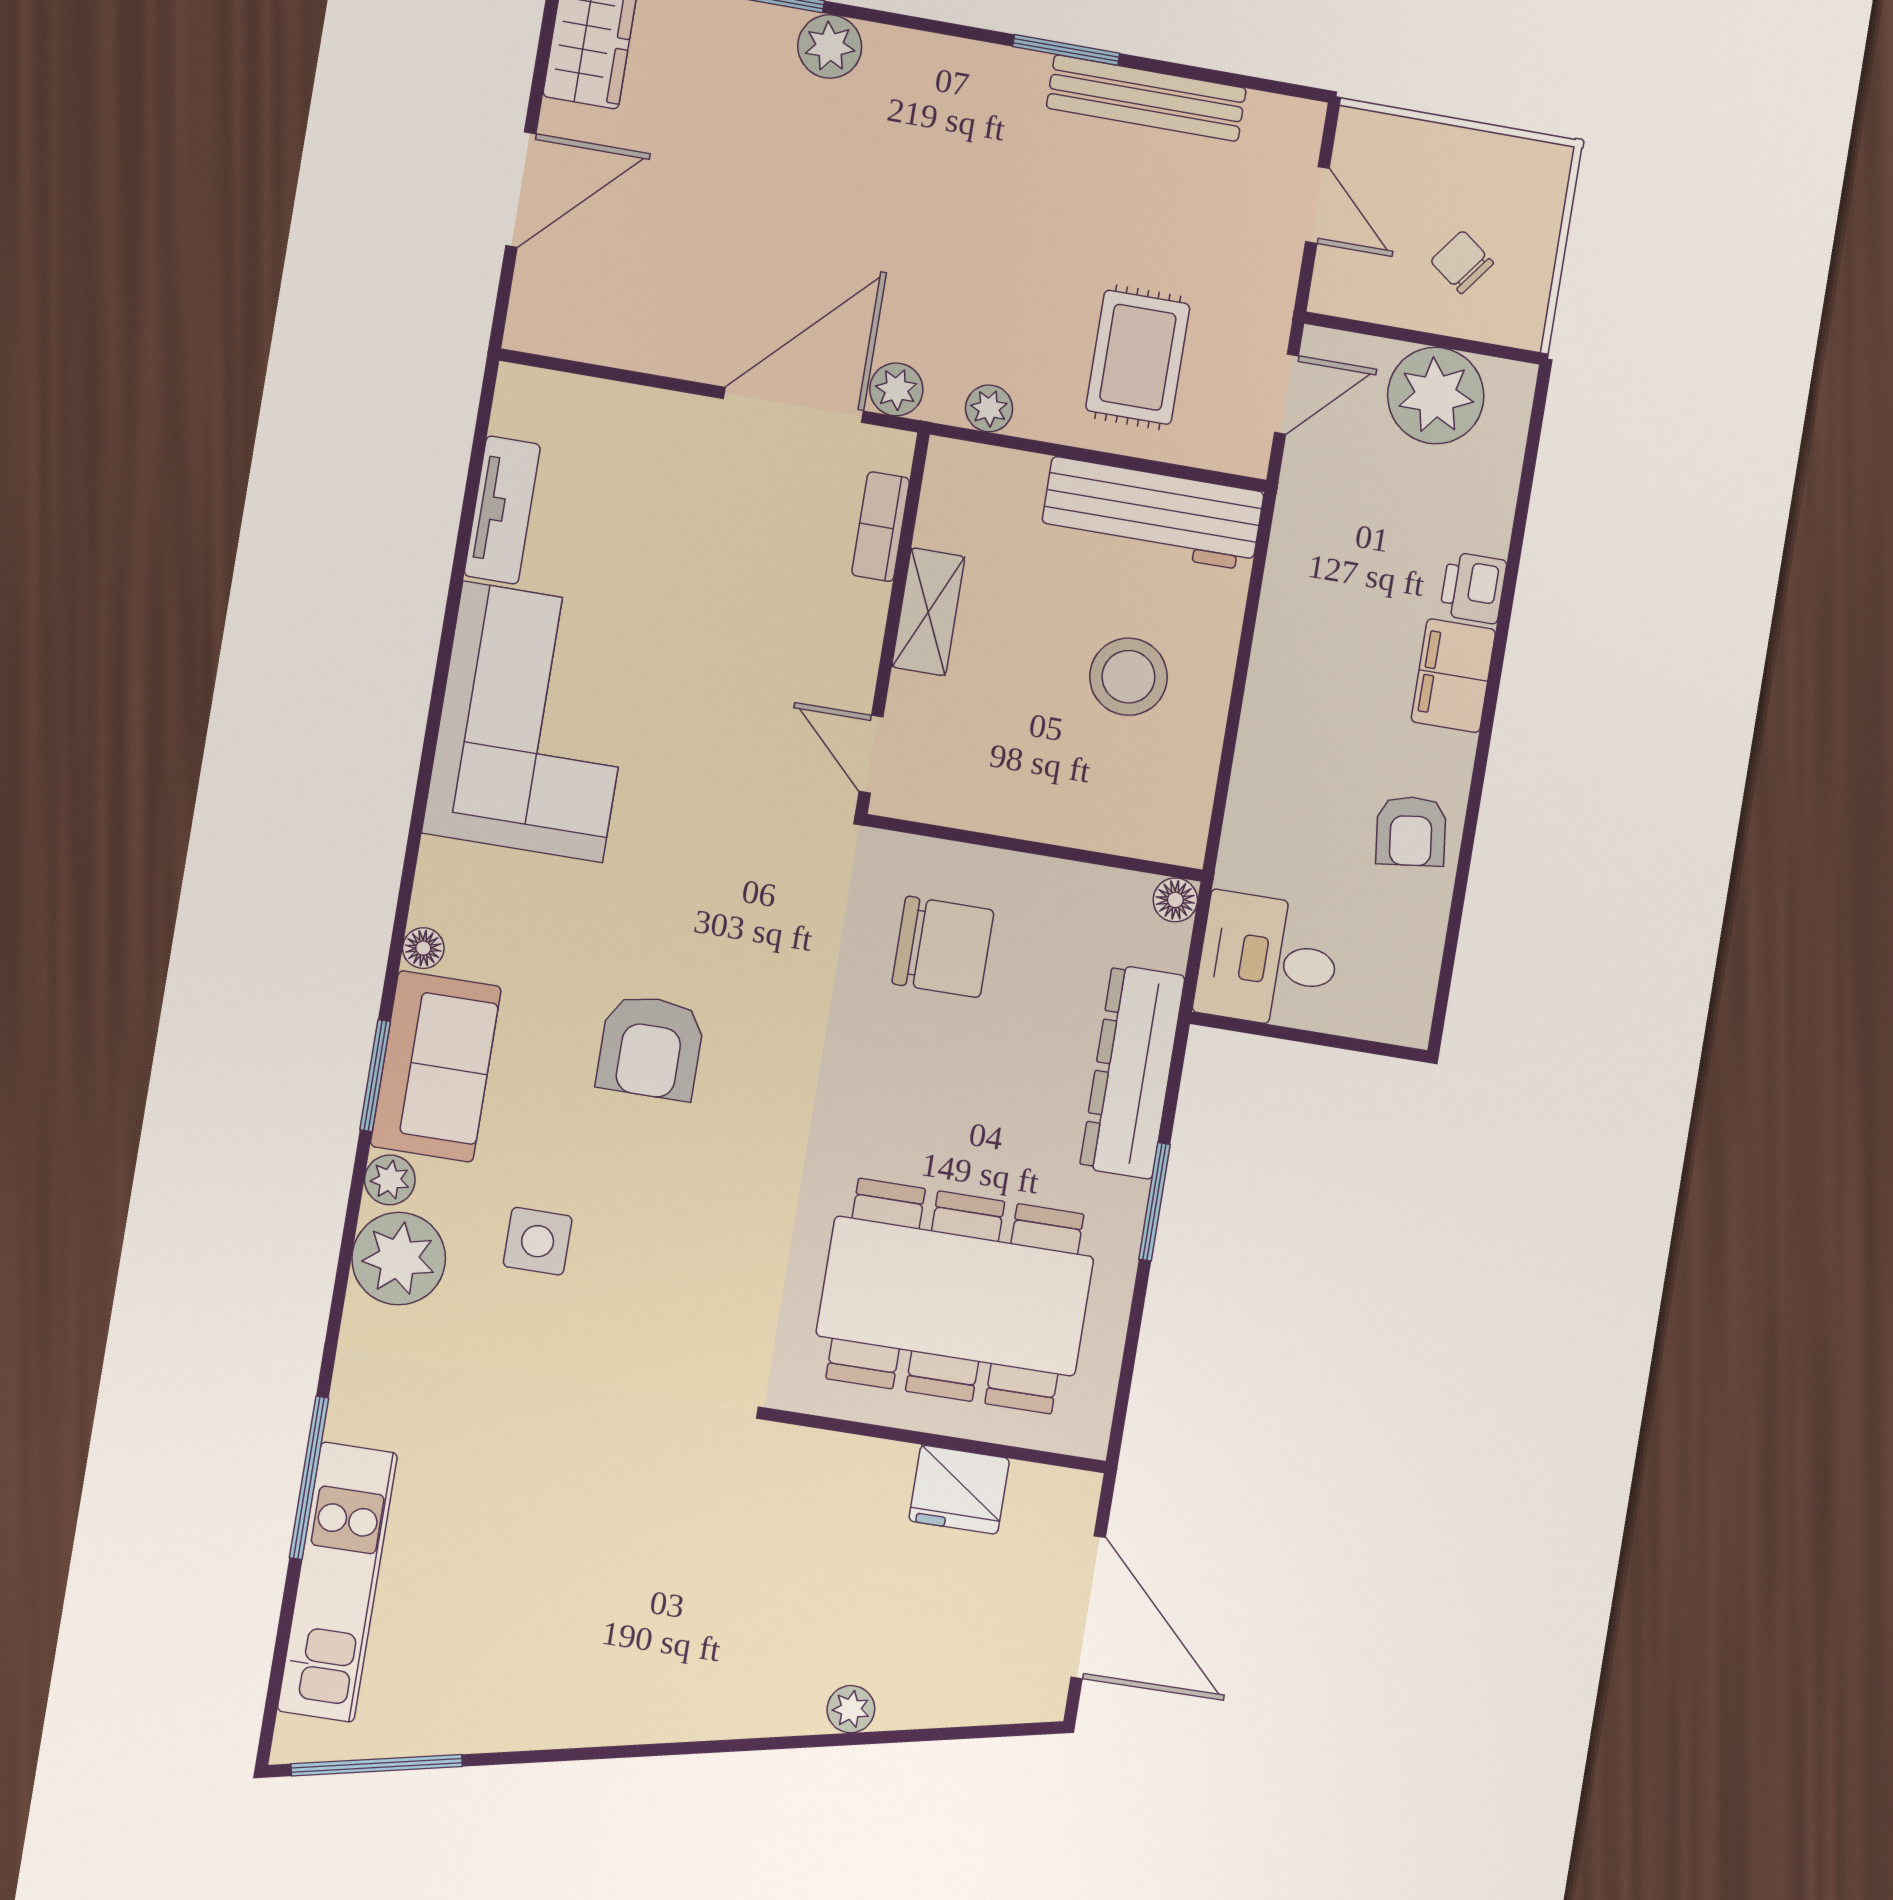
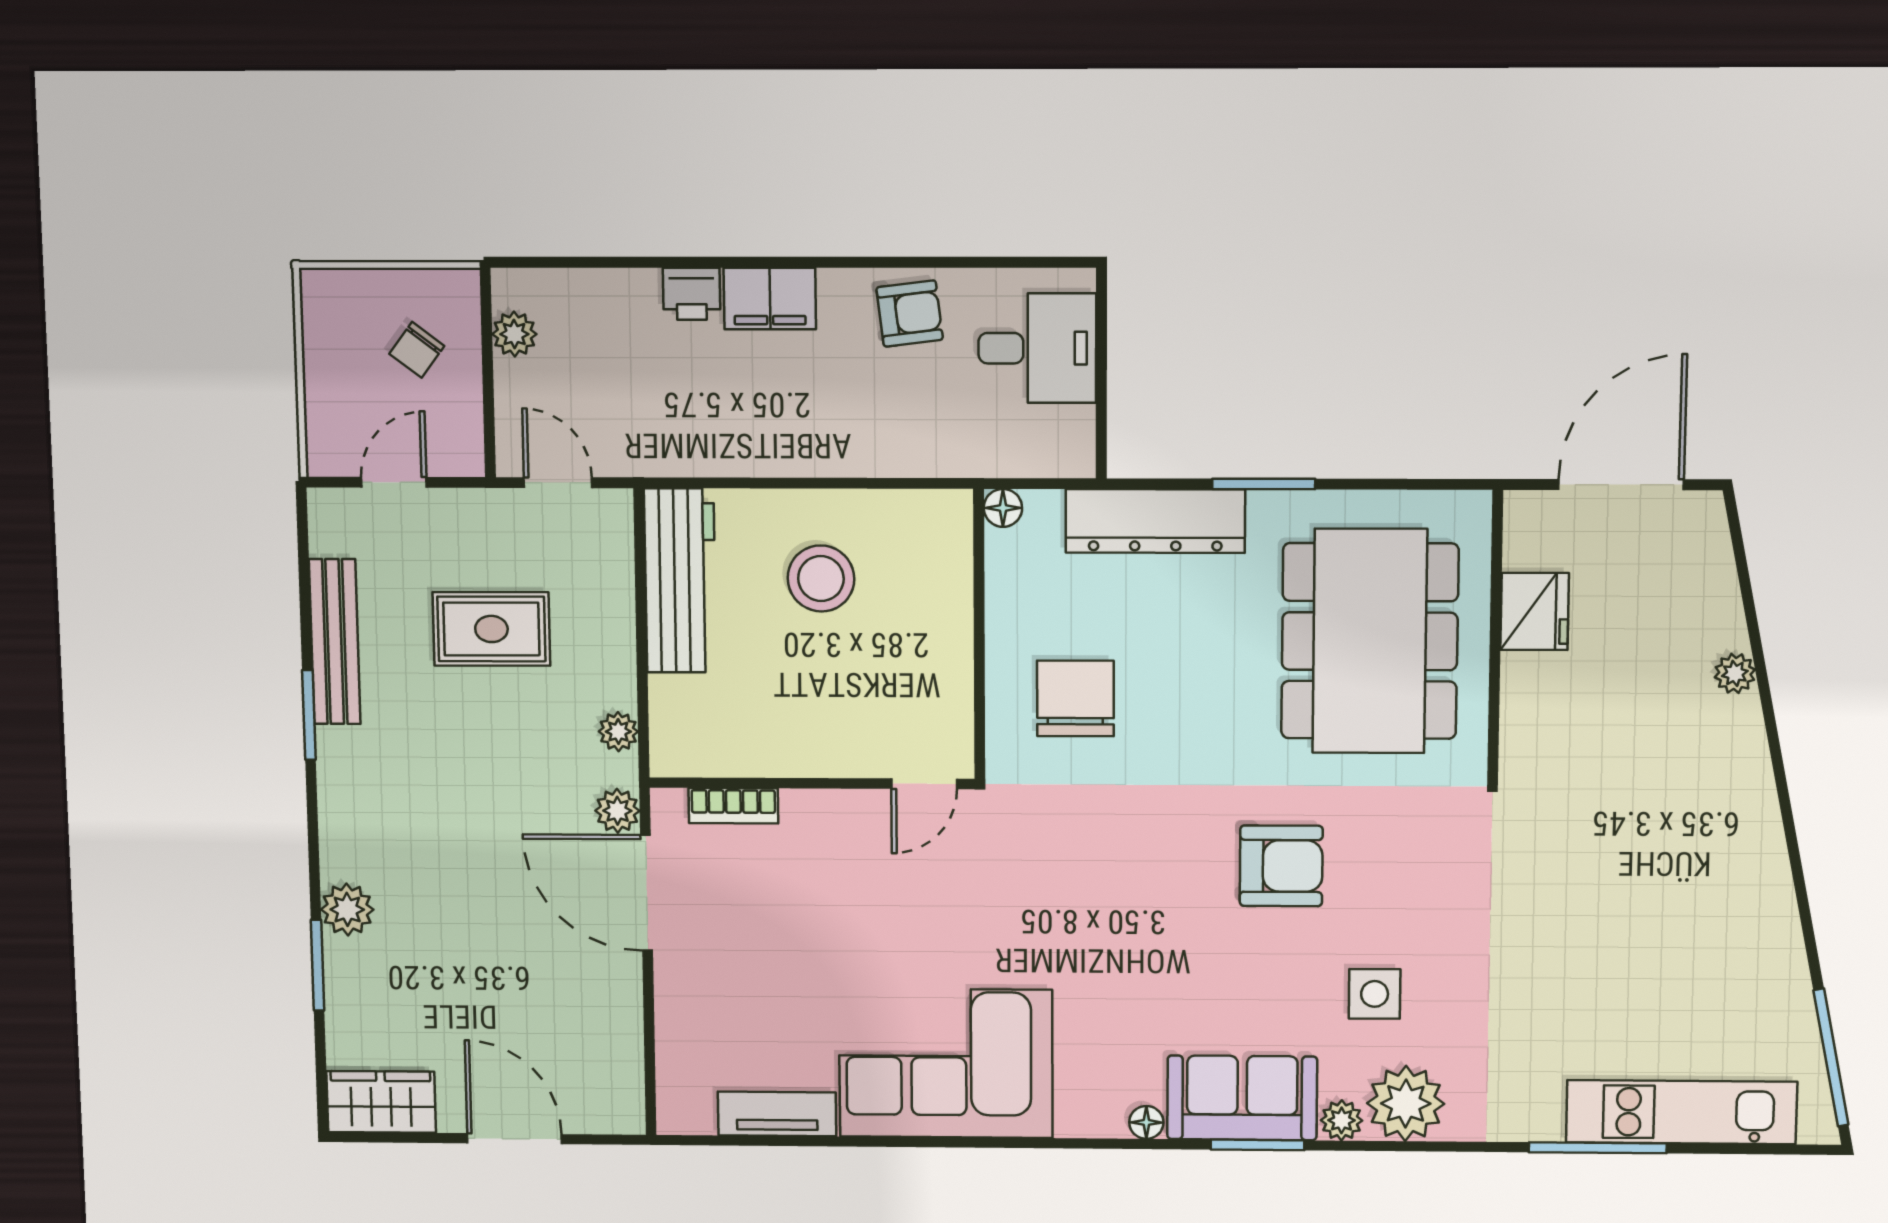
rug: (1138, 357) -> (491, 629), moved
plant: (1436, 396) -> (514, 334), width x0.53, depth x0.53
shelving: (928, 612) -> (797, 755), removed
desk: (1268, 961) -> (1037, 348), moved, turned -90
armchair: (651, 1047) -> (1281, 866), moved

